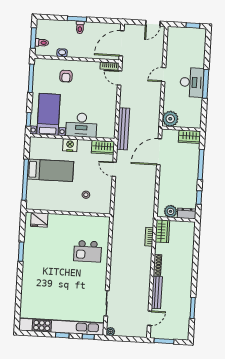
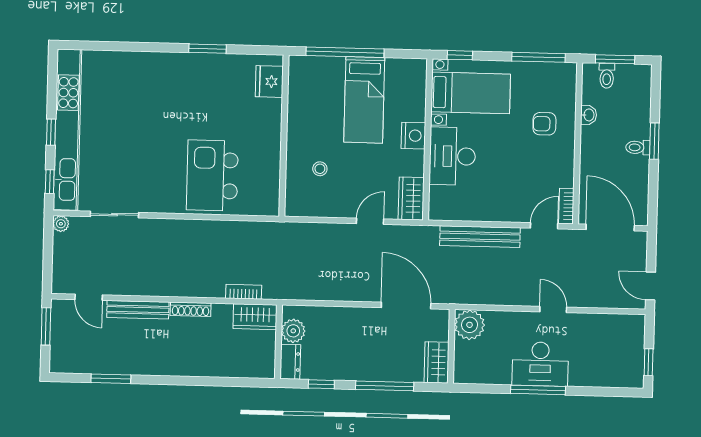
bench: (123, 129) -> (480, 237), moved
kitchen island: (88, 251) -> (212, 175), width x1.37, depth x1.28

